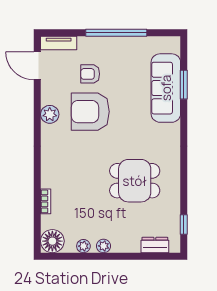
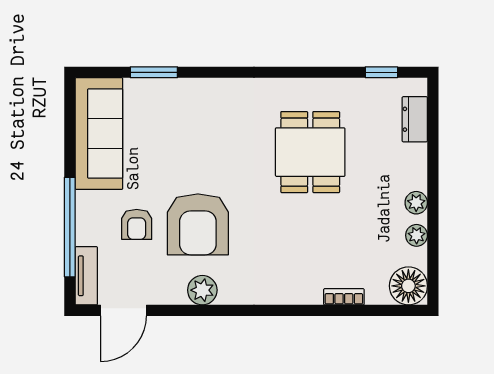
window: (116, 33) -> (70, 227), moved
sofa: (166, 88) -> (99, 134), moved, turned -90

